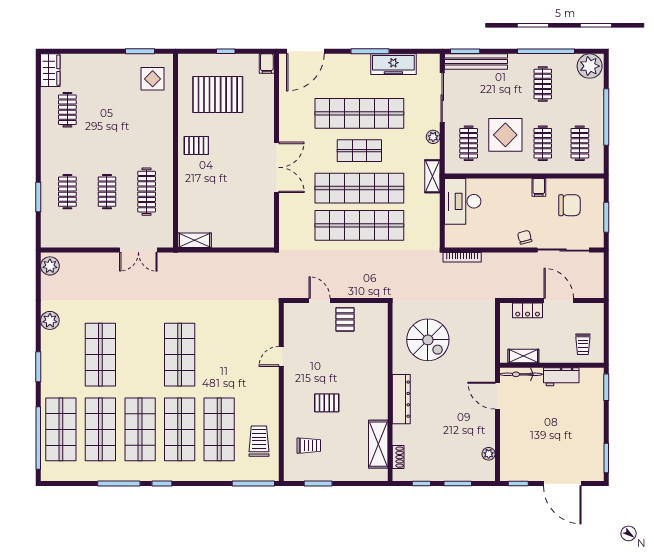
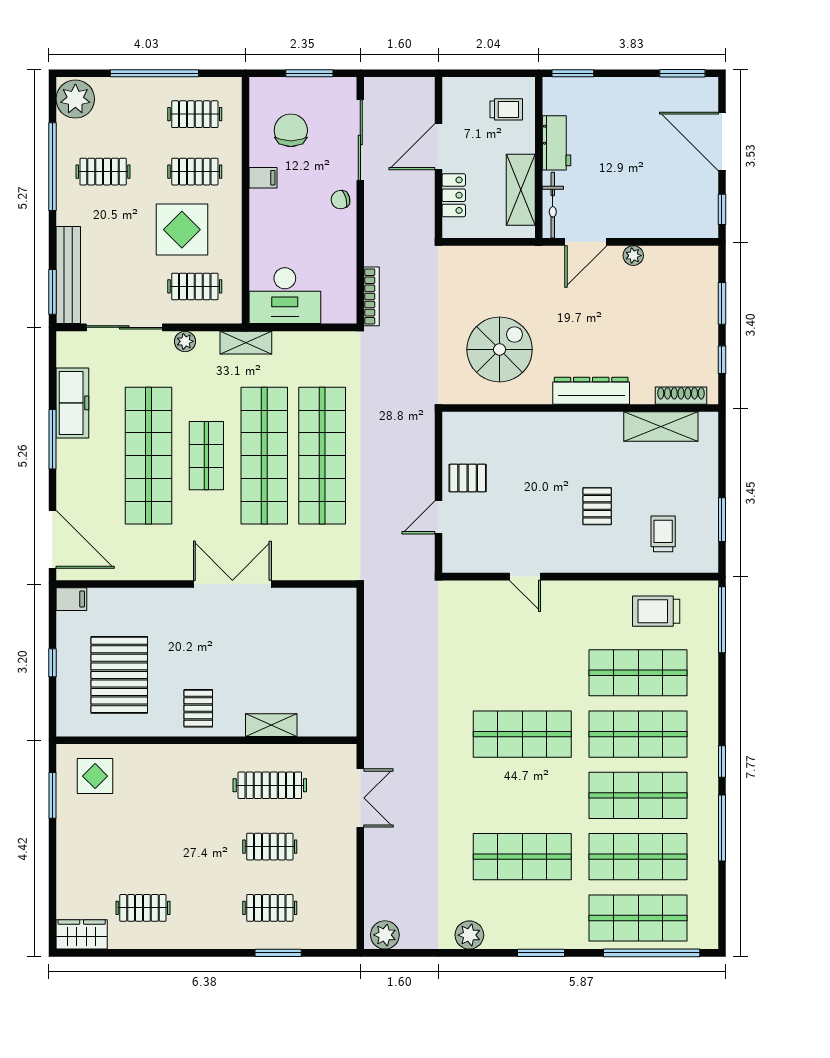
shelving: (194, 240) -> (271, 725), moved, turned 90
shelving: (523, 356) -> (521, 190), width x1.50, depth x1.33
plant: (489, 454) -> (633, 256), moved
shoe rack: (398, 457) -> (681, 396), width x1.43
door: (562, 484) -> (722, 141), swing flipped

